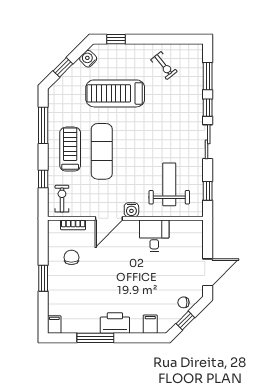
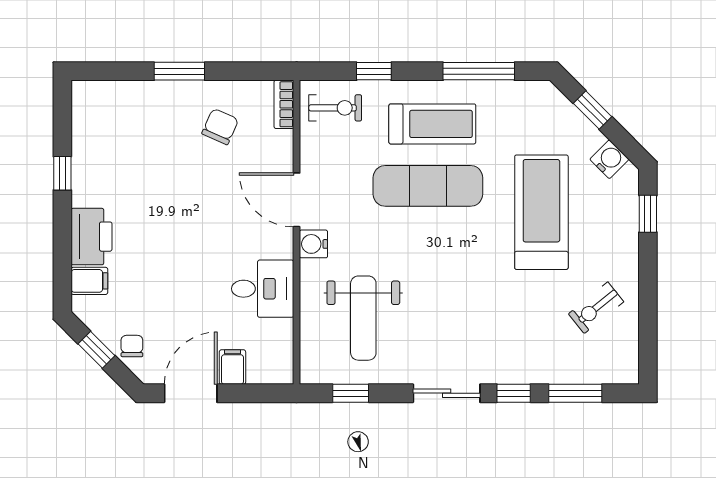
weight bench: (169, 184) -> (363, 318), turned 90
bookcase: (73, 225) -> (284, 104), moved
chair: (71, 257) -> (220, 127), turned -66
door: (208, 272) -> (191, 393), swing flipped
printer: (115, 323) -> (91, 237), moved
filing cabinet: (54, 325) -> (232, 367), moved, turned -90
window: (95, 338) -> (62, 173), width x0.46

